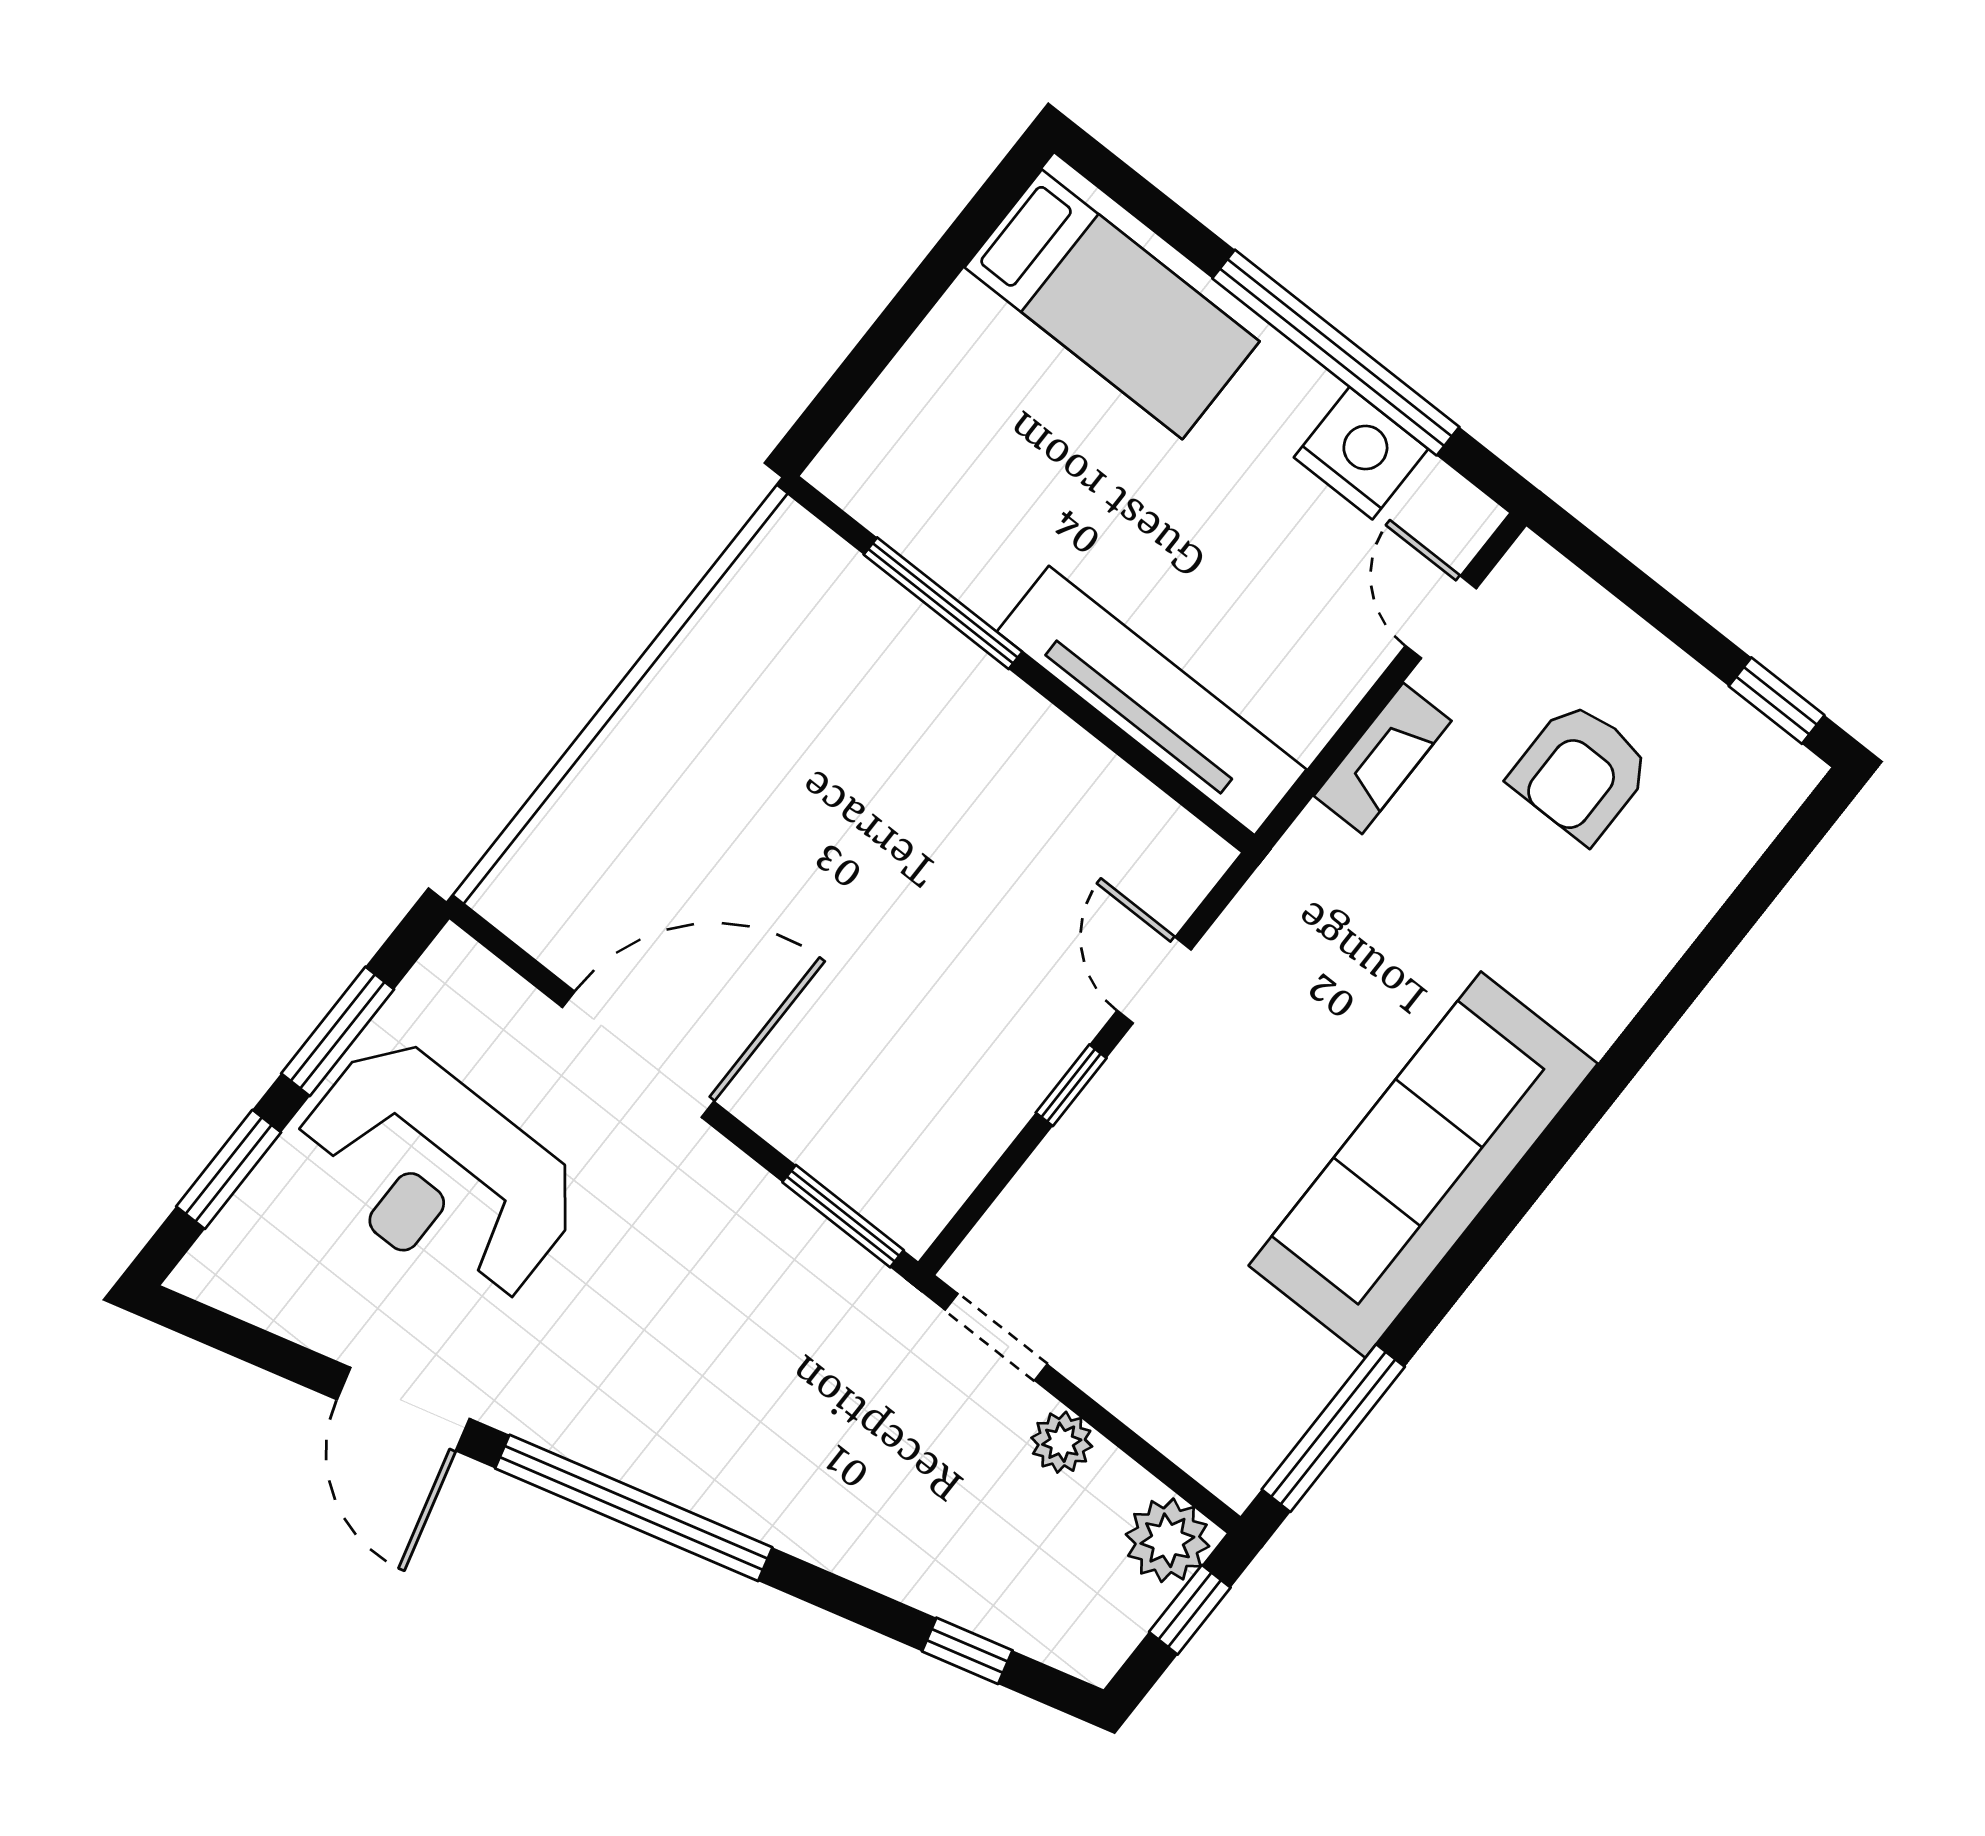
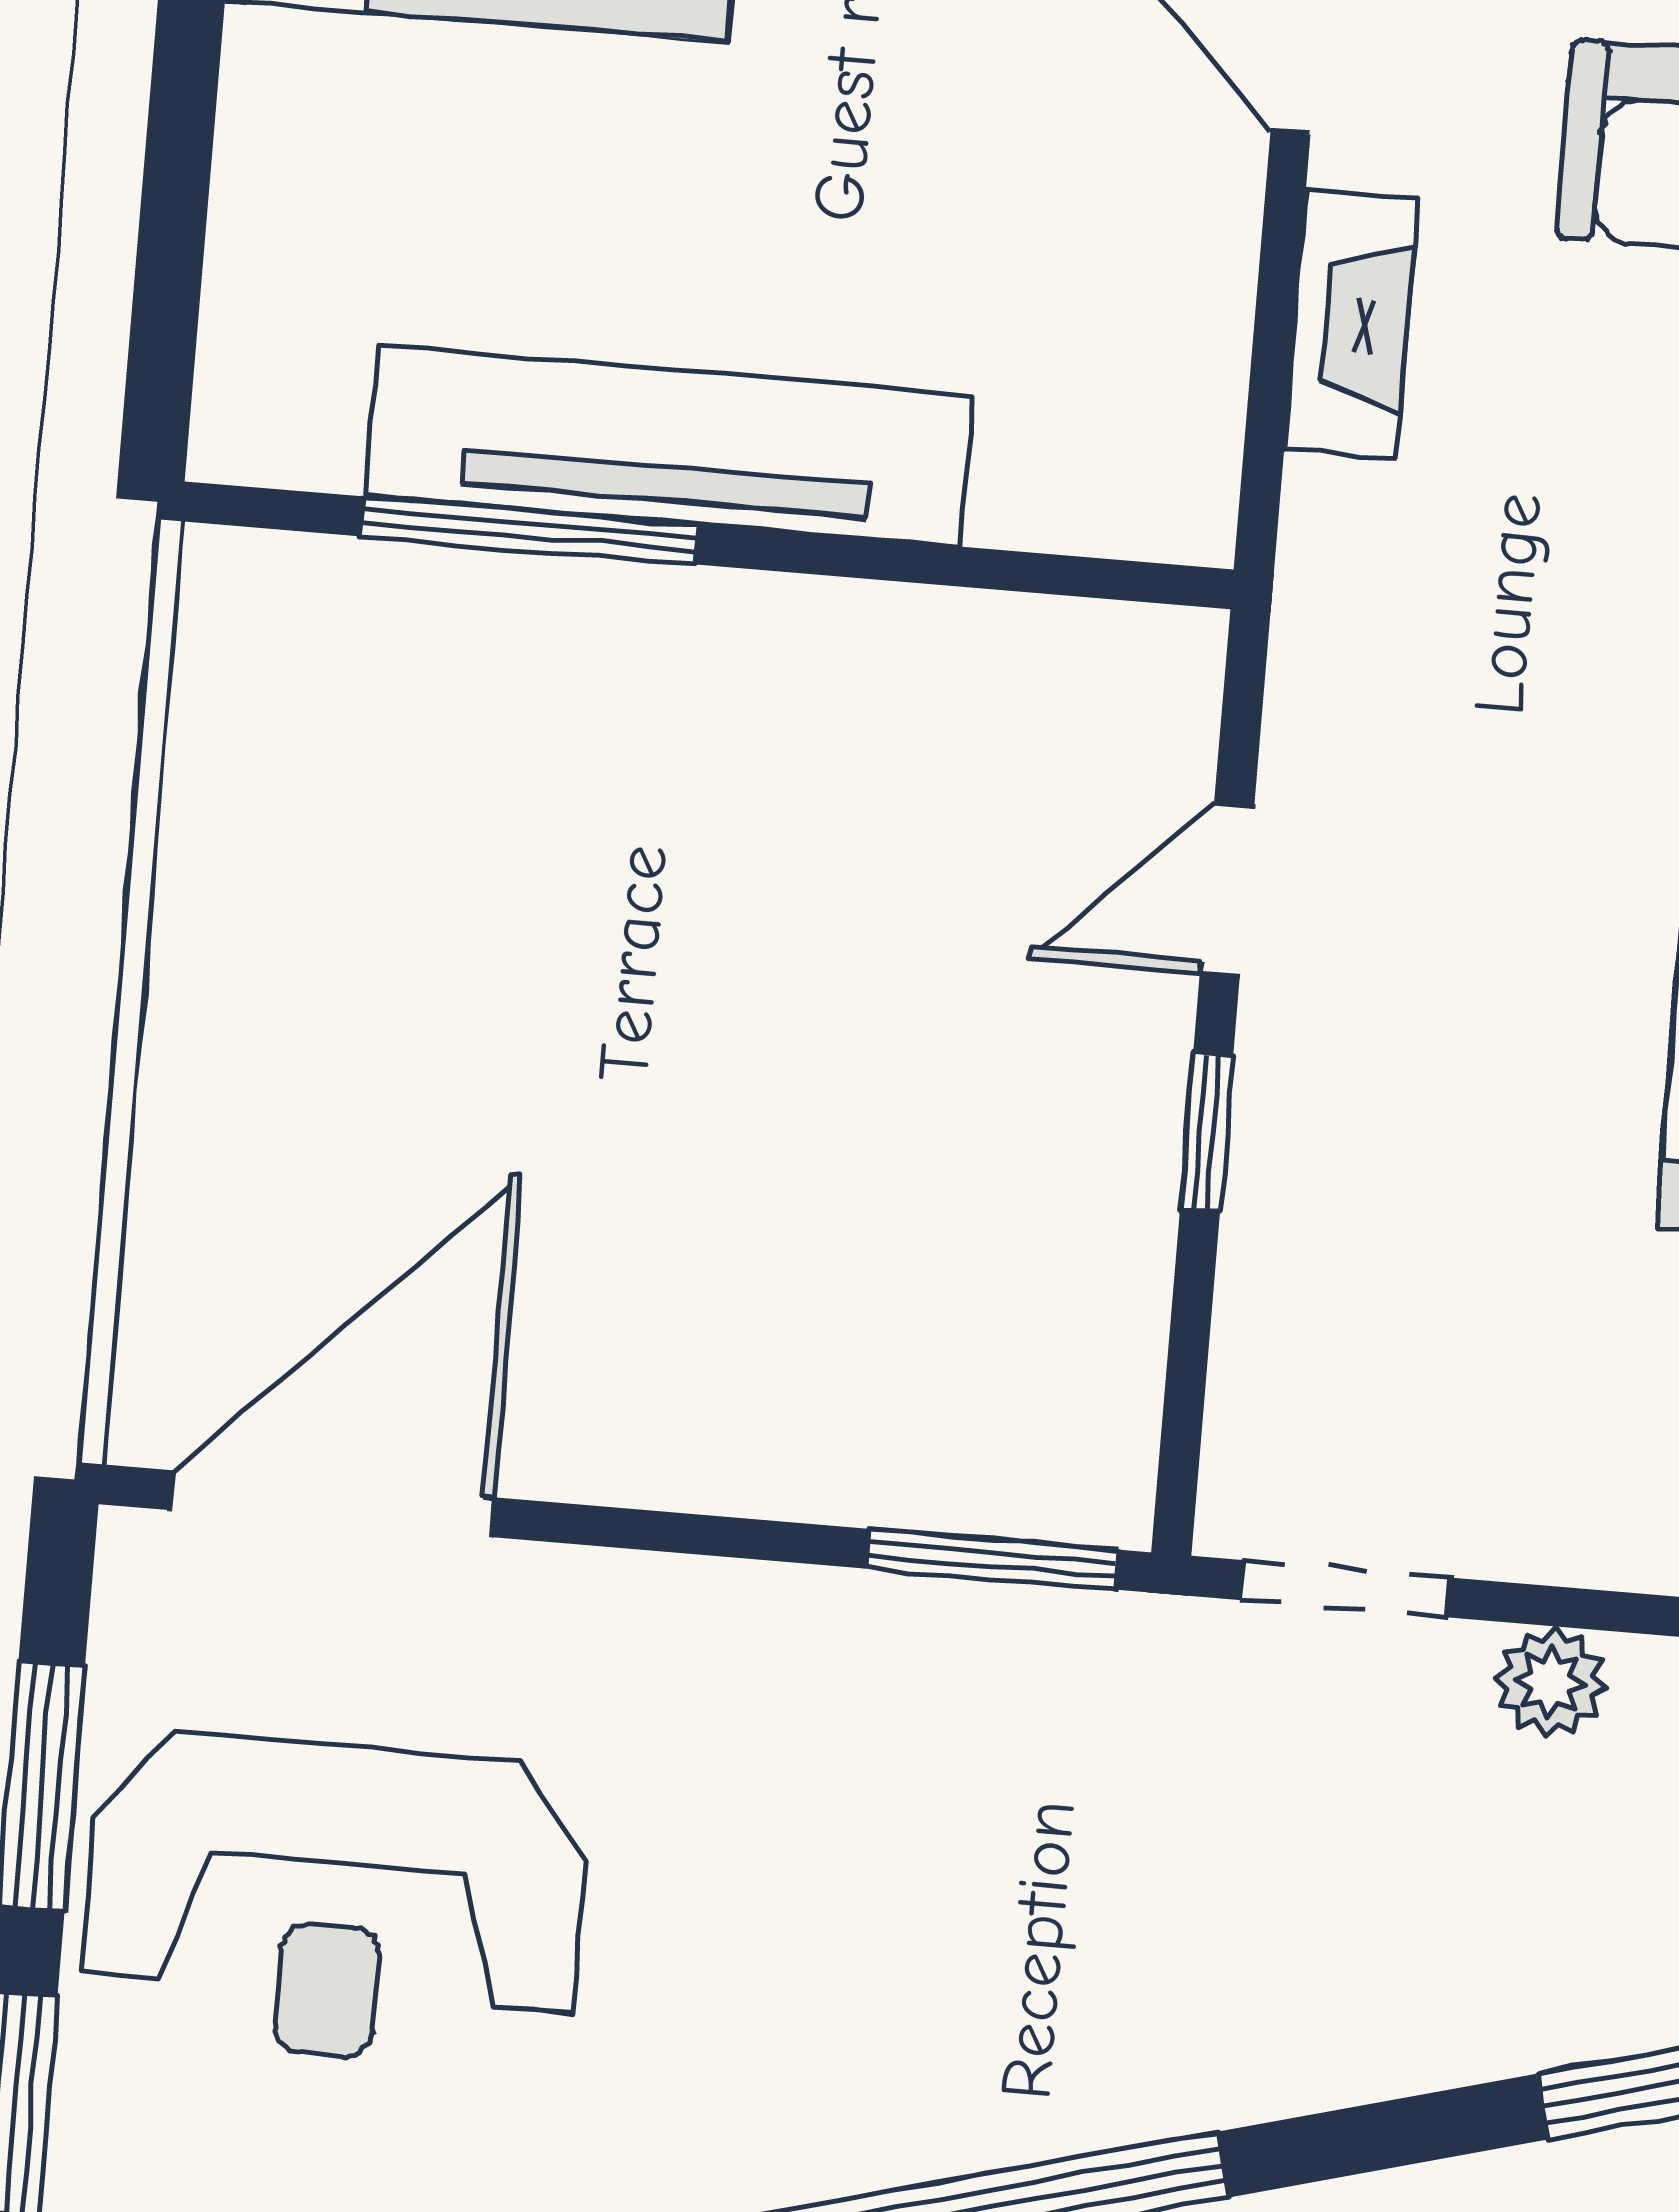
tv unit: (1152, 700) -> (669, 445), moved
door: (1154, 980) -> (1227, 890), hinge flipped
door: (638, 1054) -> (332, 1504), moved

